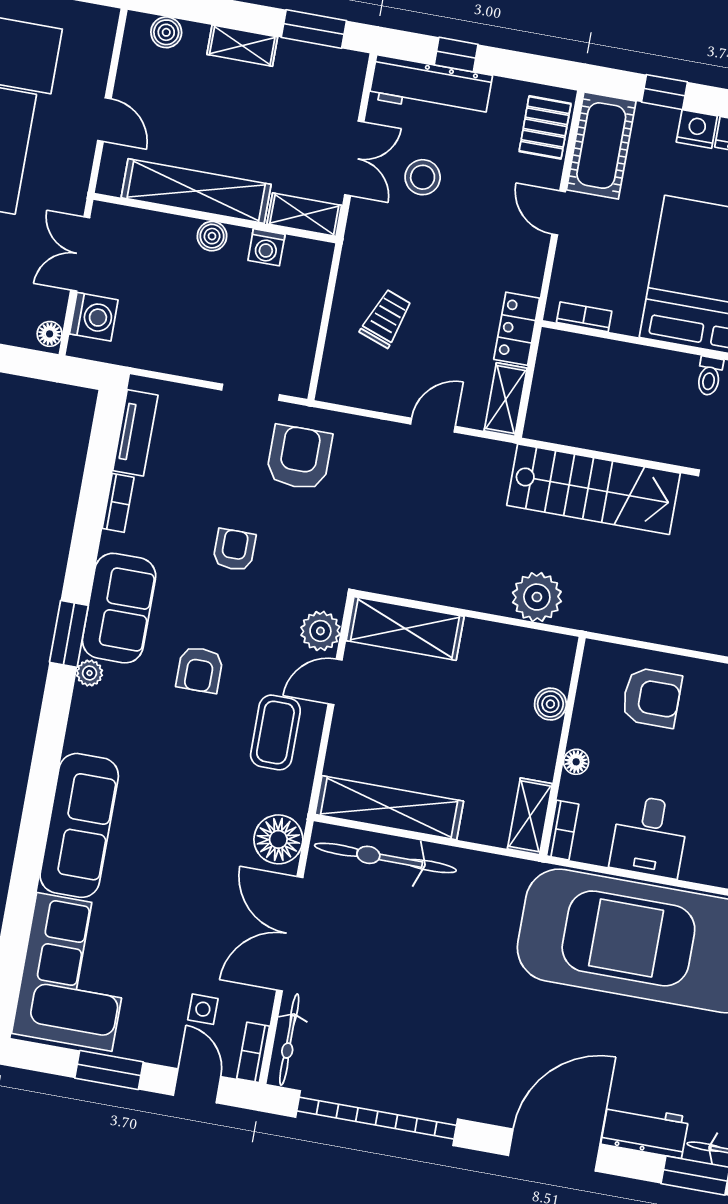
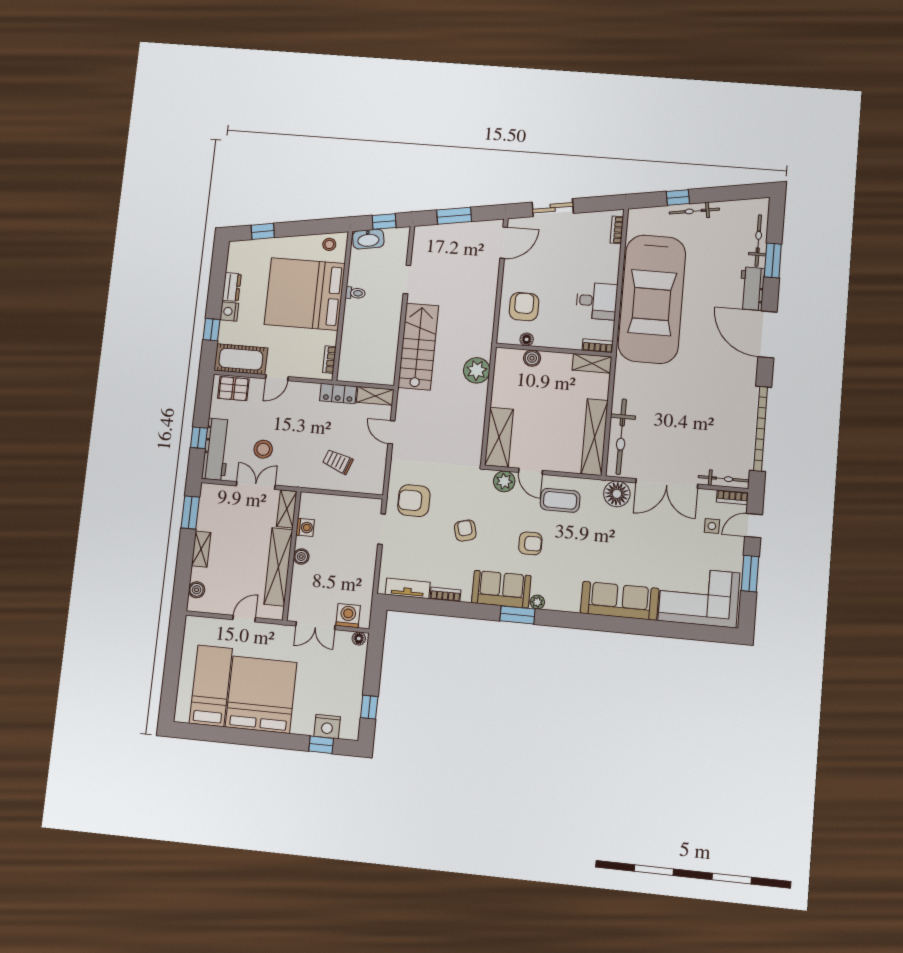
armchair: (234, 550) -> (465, 531), turned 75
floor lamp: (576, 762) -> (527, 339), moved

